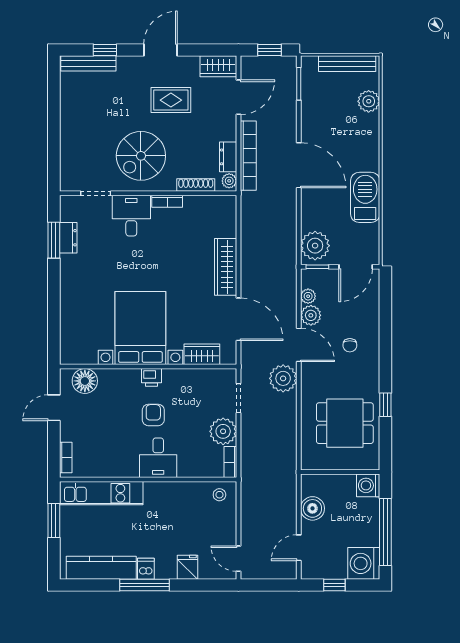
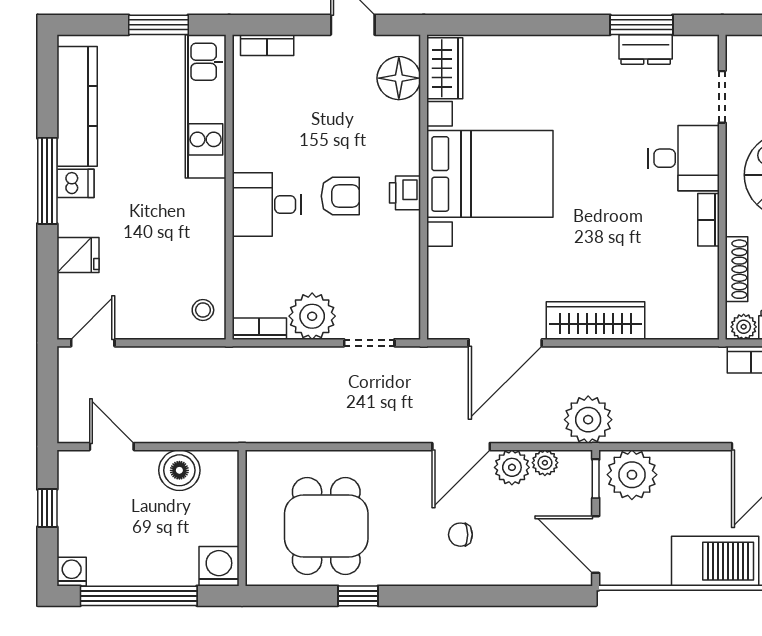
wardrobe: (202, 354) -> (445, 68), moved
plant: (283, 378) -> (588, 420), moved
washing machine: (364, 563) -> (72, 572), width x0.53, depth x0.53

